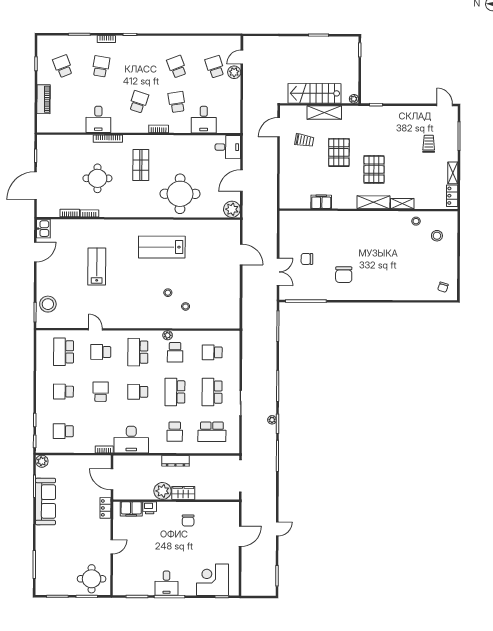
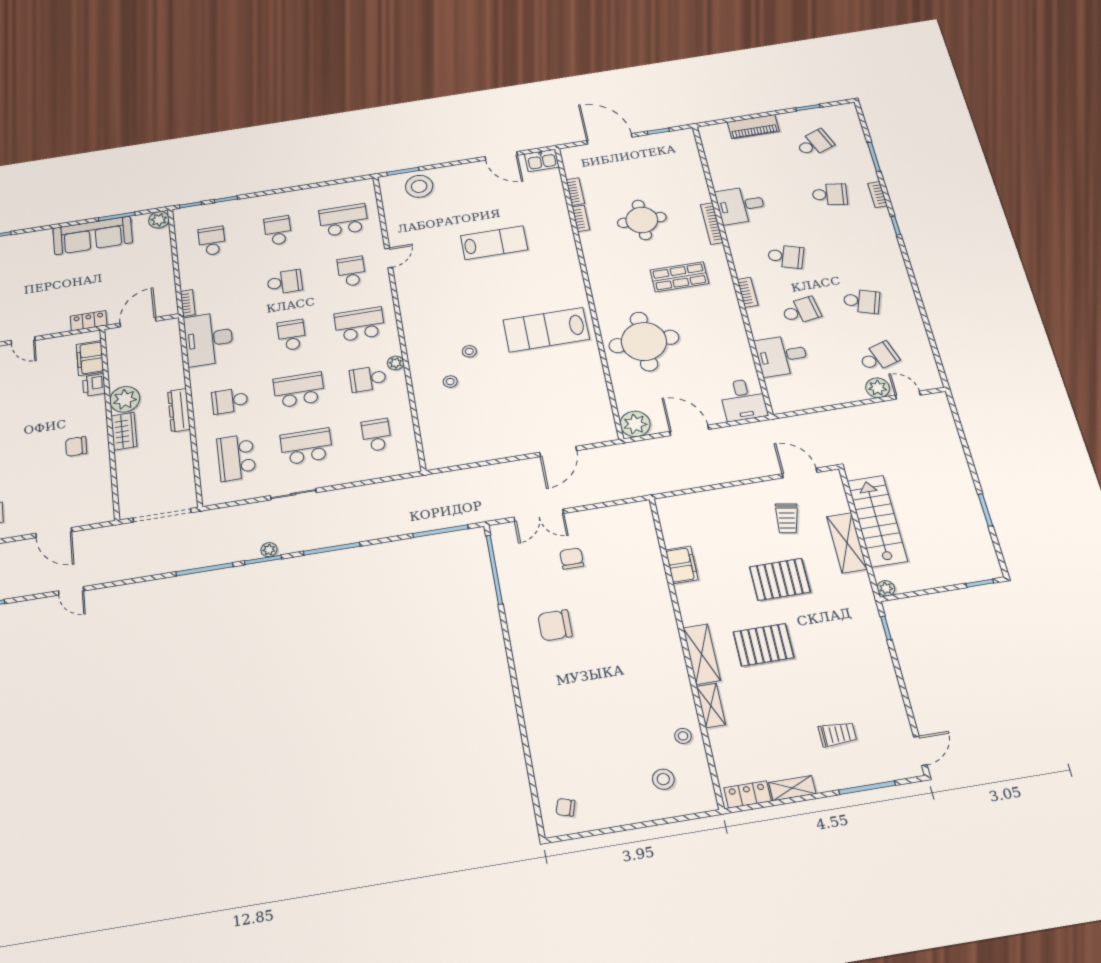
school desk: (177, 67) -> (862, 301), turned 39
lab bench: (162, 247) -> (546, 330), turned -90

